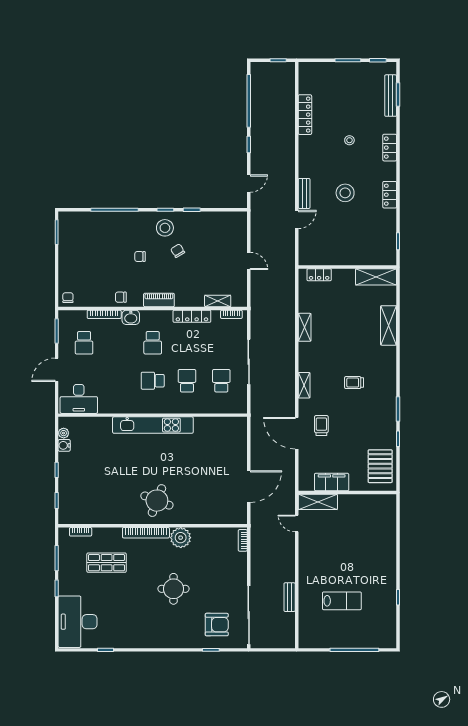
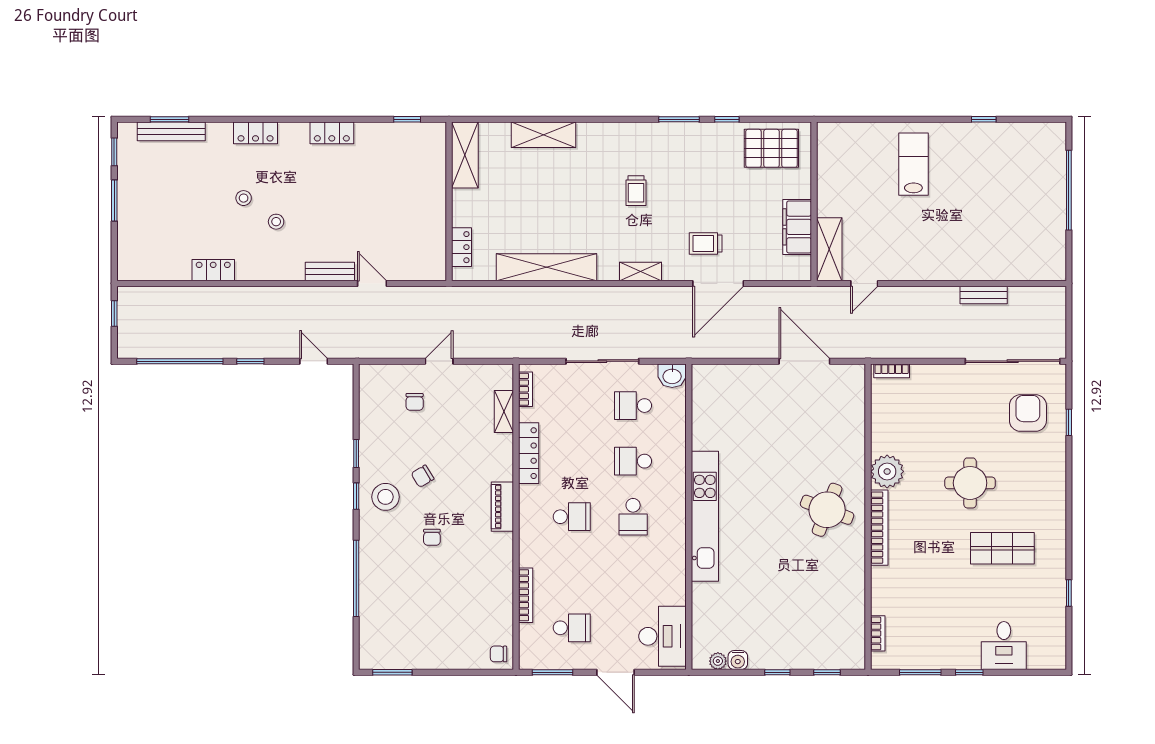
locker: (305, 115) -> (213, 270), width x0.66
stool: (345, 193) -> (276, 222), moved, width x0.53, depth x0.53
chair: (121, 297) -> (415, 402), moved
washbasin: (131, 317) -> (672, 376), moved, turned 90
shelving: (305, 327) -> (547, 267), width x2.20, depth x1.33
shop shelf: (107, 563) -> (1002, 548), moved, turned 90
lab bench: (342, 601) -> (913, 164), moved
desk: (78, 622) -> (1004, 646), width x0.53, depth x0.77

